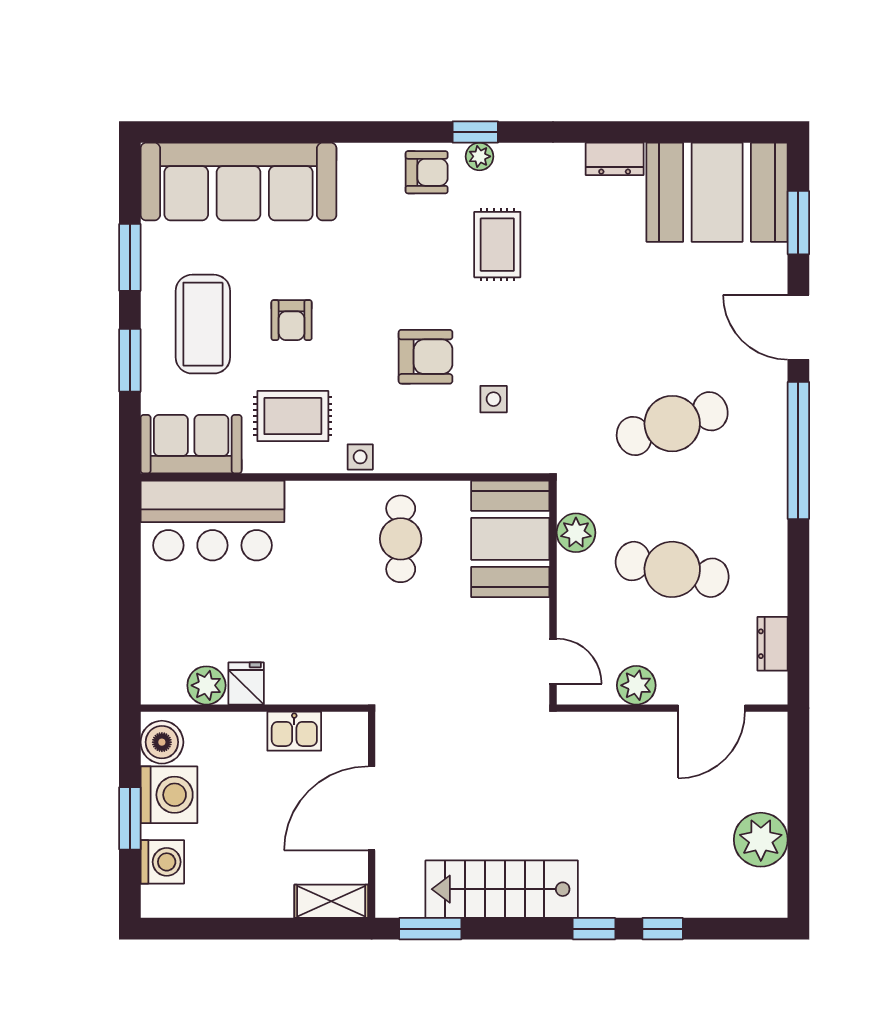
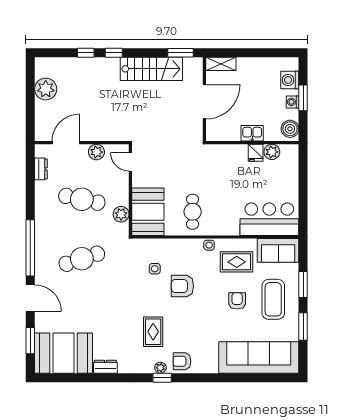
kitchen sink: (294, 731) -> (252, 133), moved
washing machine: (169, 795) -> (293, 102), width x0.53, depth x0.53

